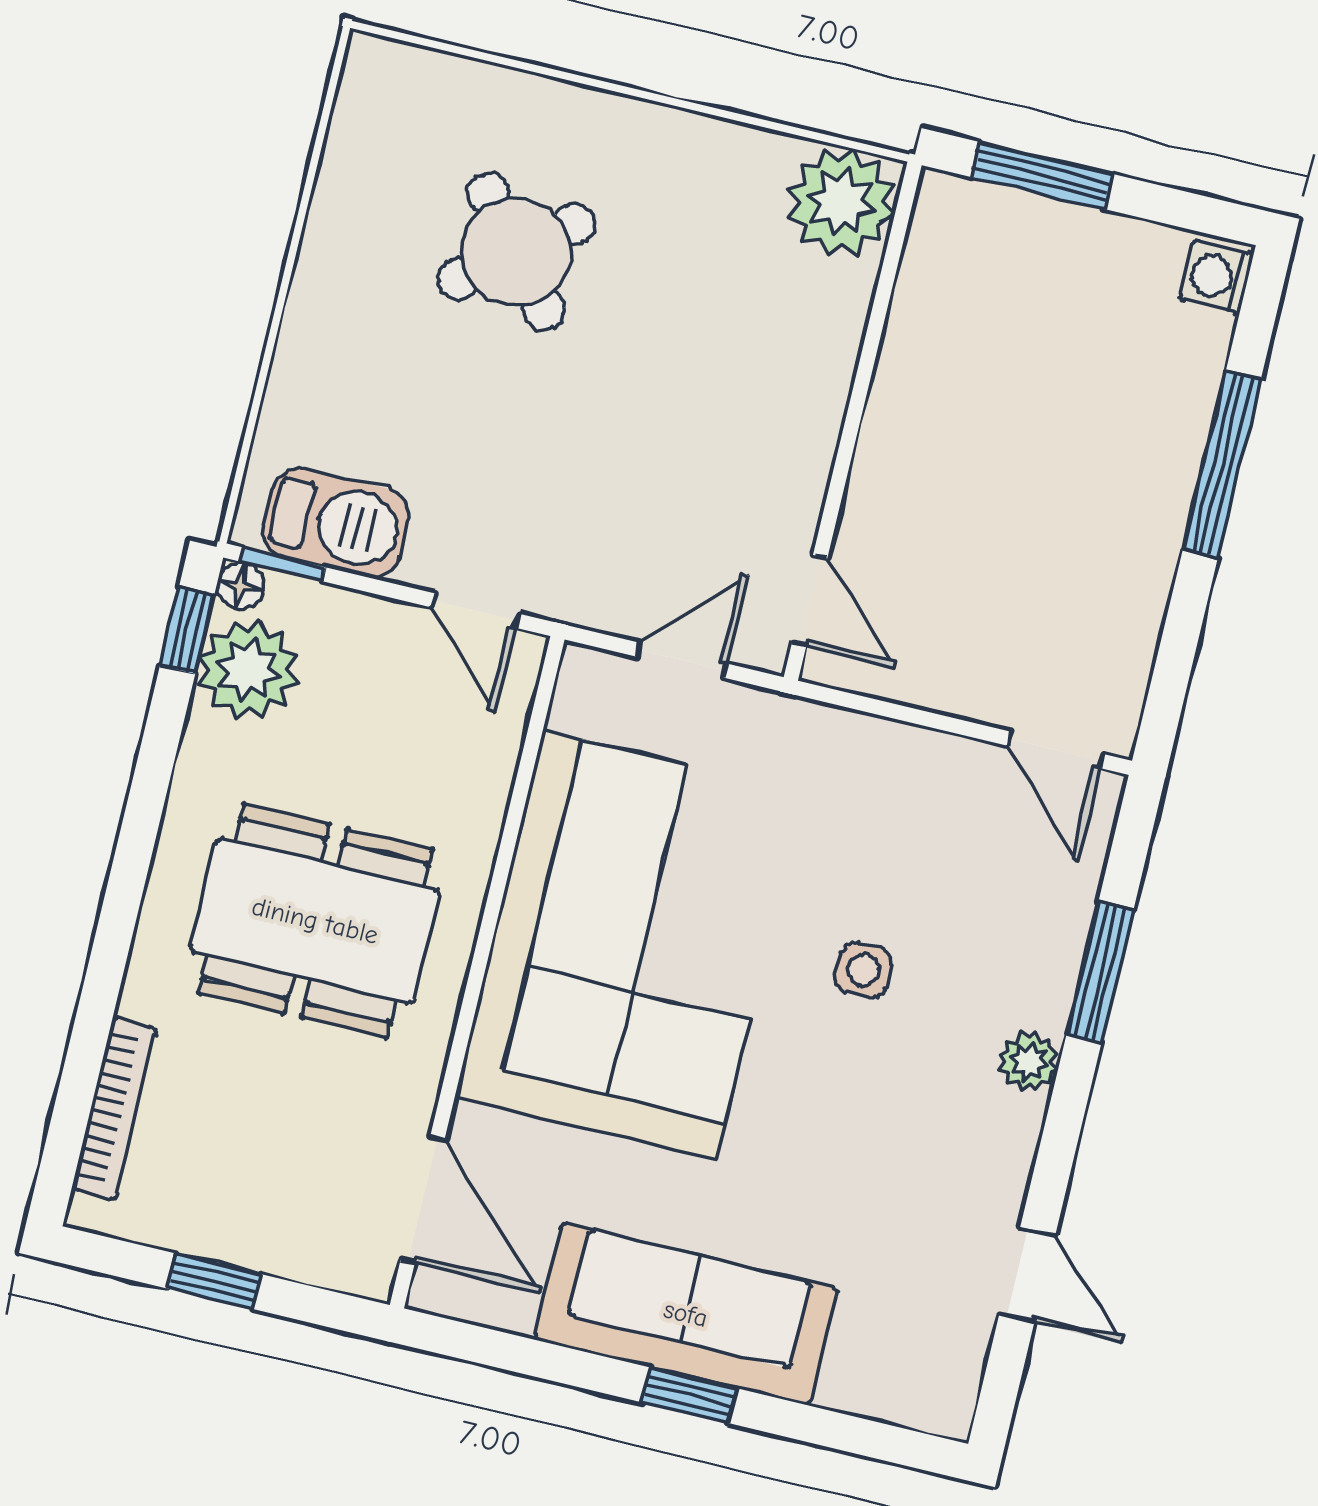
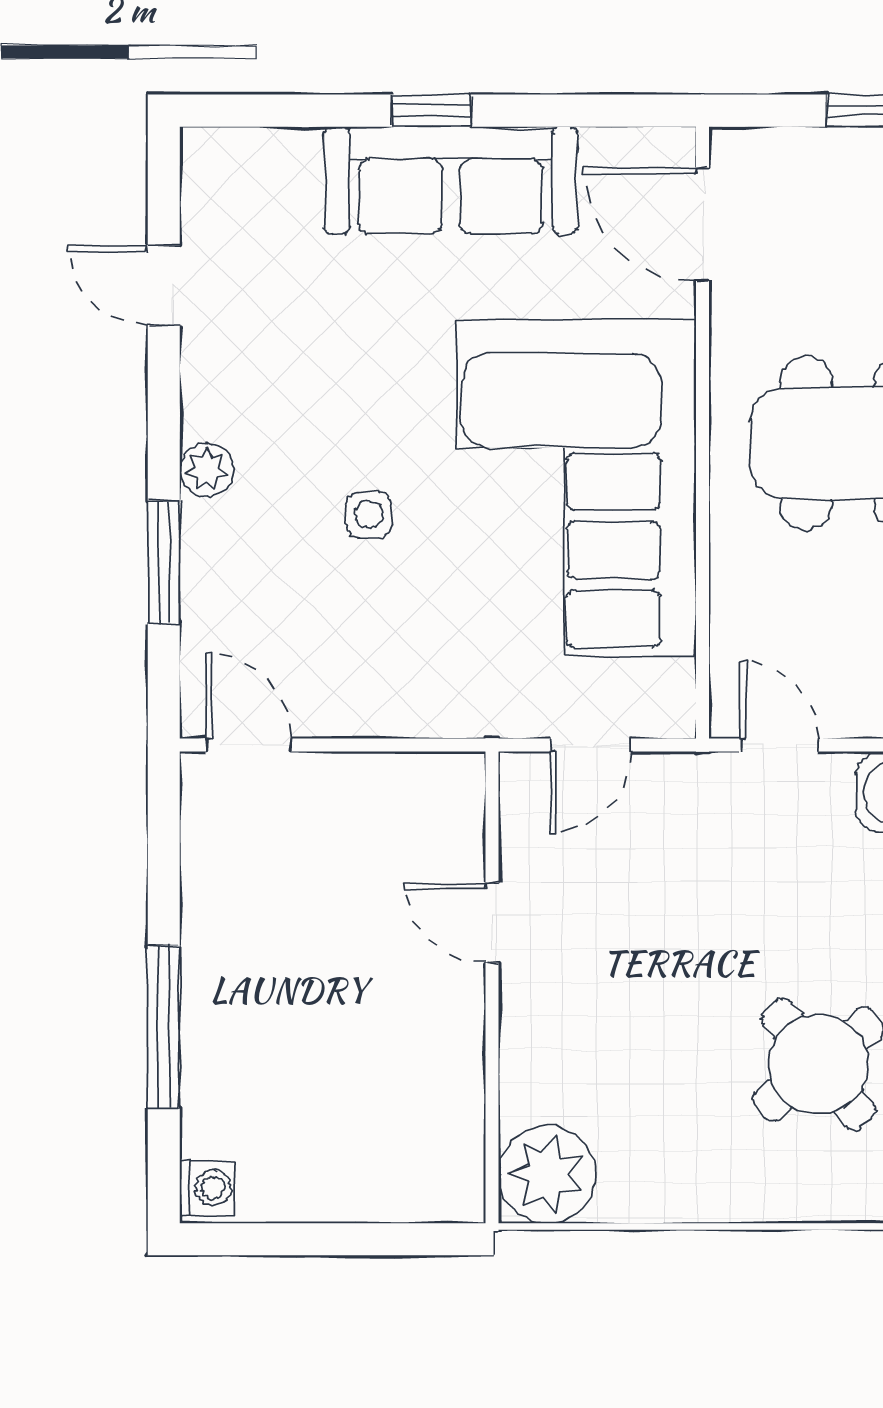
window: (1042, 175) -> (379, 1239), removed
door: (810, 600) -> (492, 923), moved

